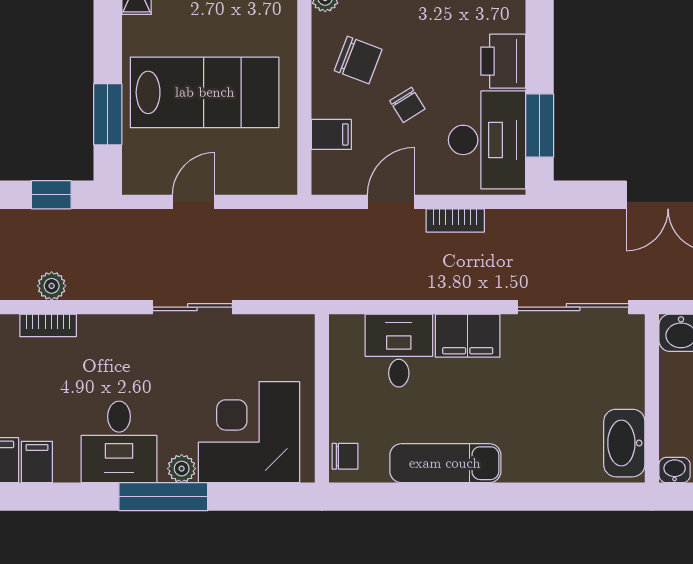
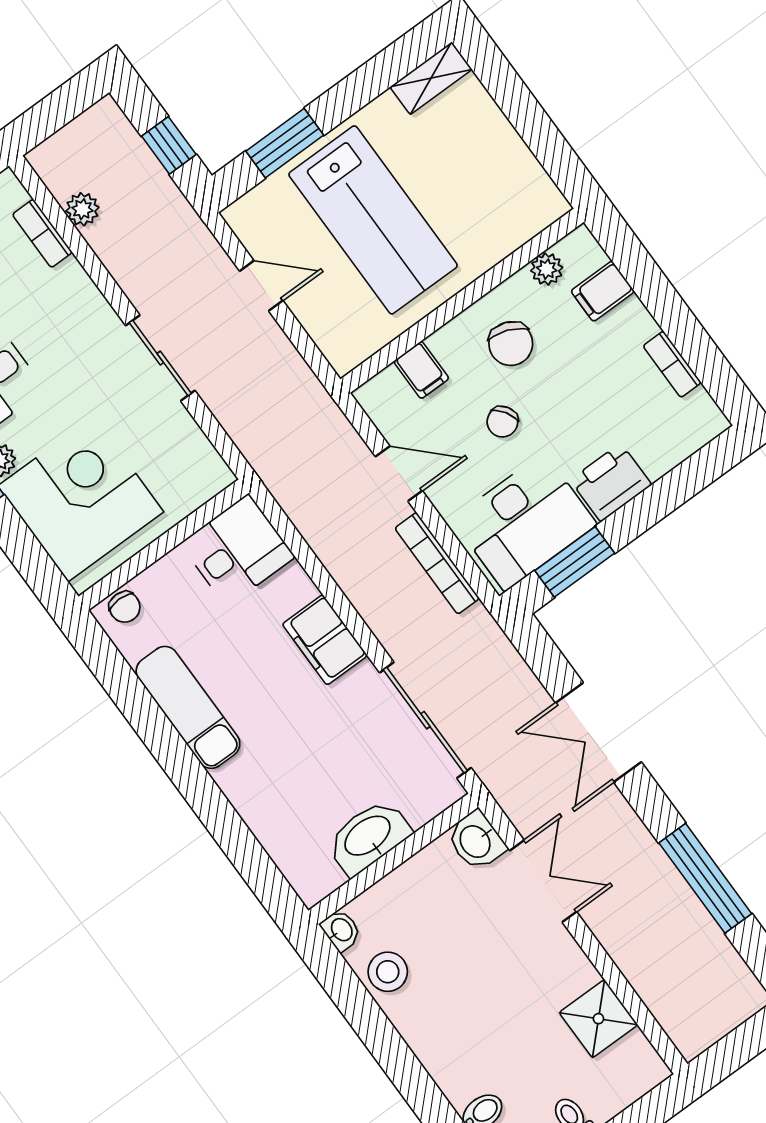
bookcase: (455, 220) -> (437, 563), width x1.56
desk: (399, 351) -> (238, 550), moved
washbasin: (624, 443) -> (368, 837), moved

